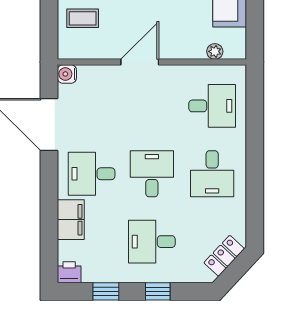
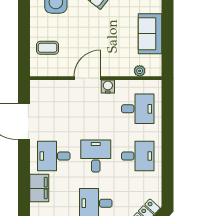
water cooler: (67, 74) -> (108, 87), moved, turned 90
desk: (212, 174) -> (138, 156), turned -90

